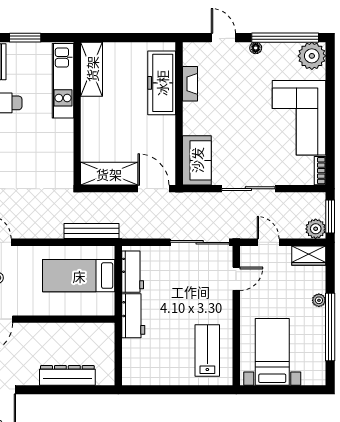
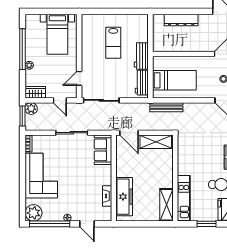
lab bench: (207, 350) -> (113, 43), moved

